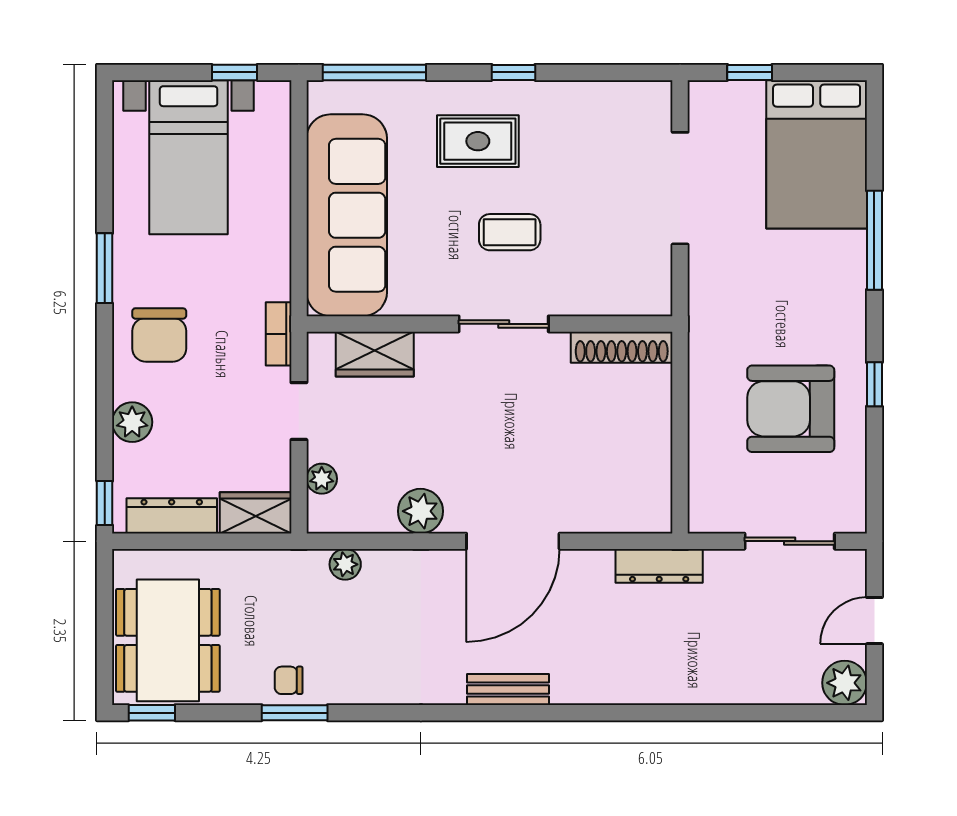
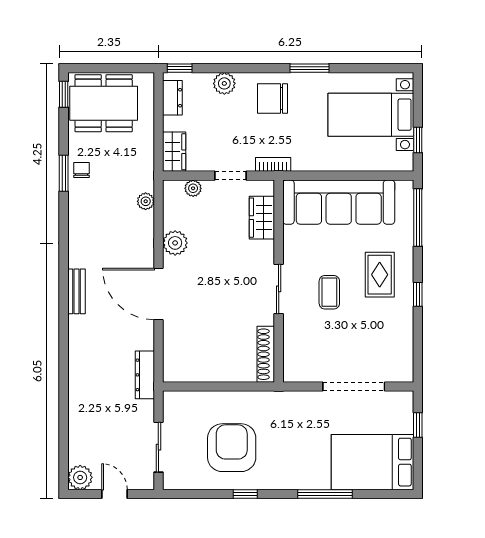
dresser: (172, 516) -> (172, 98), width x0.70

